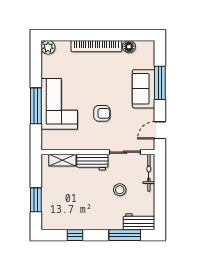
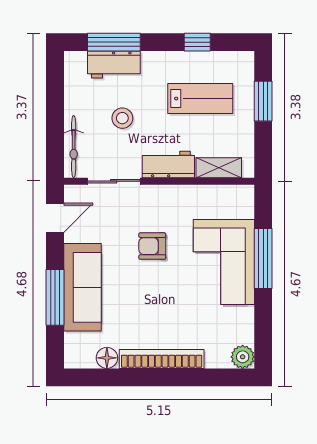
sofa: (144, 89) -> (82, 287), width x1.36
lab bench: (73, 201) -> (200, 99), added
workbench: (139, 222) -> (114, 64), moved

